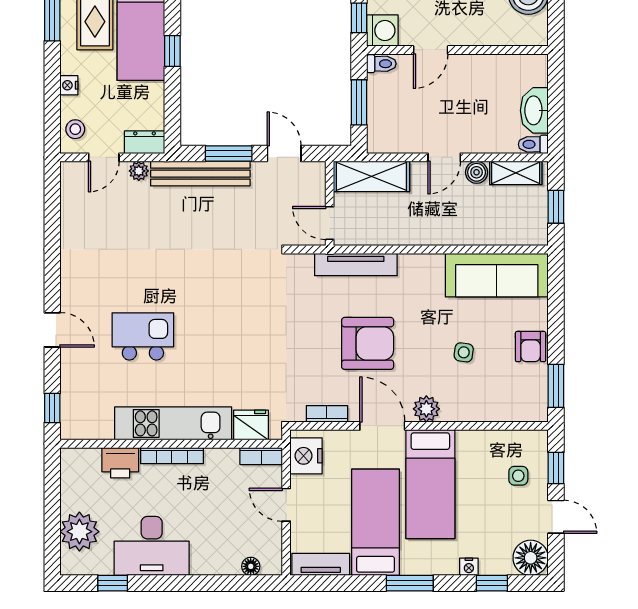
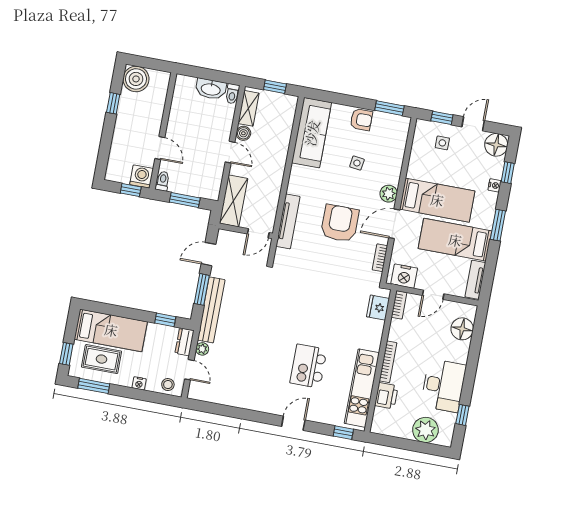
window: (172, 51) -> (165, 320), moved
kitchen unit: (173, 423) -> (362, 388), moved
floor lamp: (251, 566) -> (462, 329), width x1.89, depth x1.89

